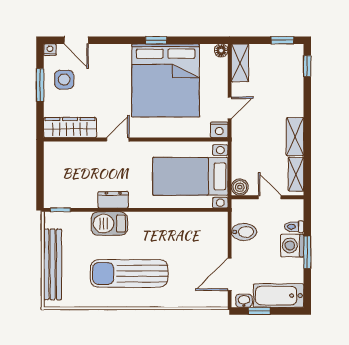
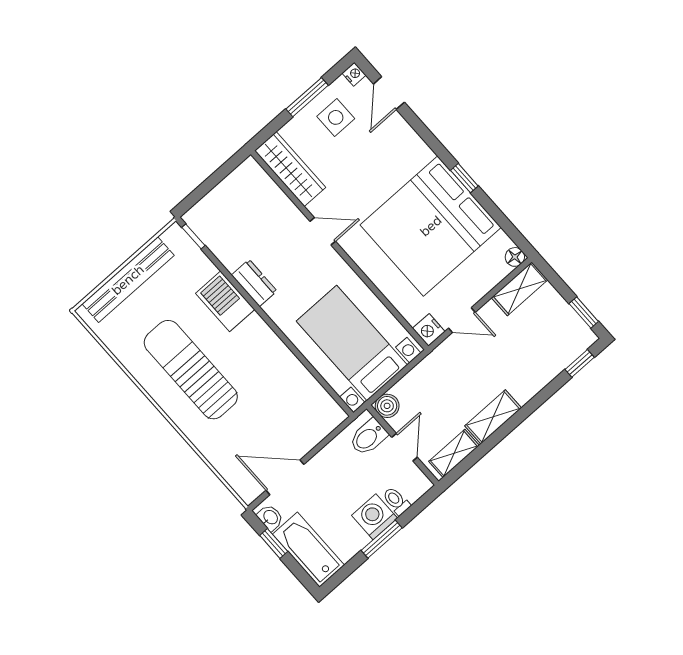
bidet: (244, 232) -> (368, 437), moved, turned 90

